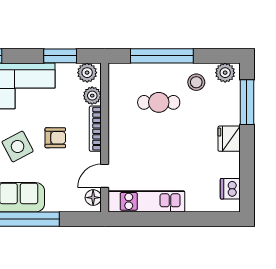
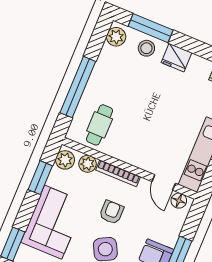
stool: (196, 82) -> (146, 48), moved
cafe table: (159, 102) -> (100, 125), moved

